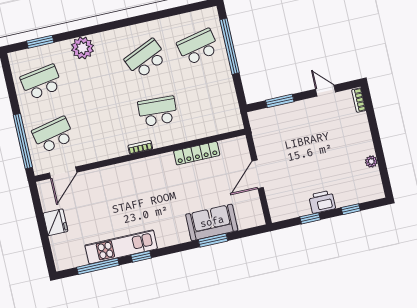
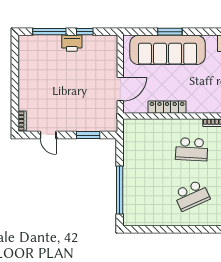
school desk: (198, 47) -> (146, 195), removed
plant: (371, 162) -> (23, 67), removed
door: (258, 174) -> (120, 89), moved
window: (351, 209) -> (49, 32), width x2.17
sofa: (212, 222) -> (168, 50), width x1.85, depth x1.27

